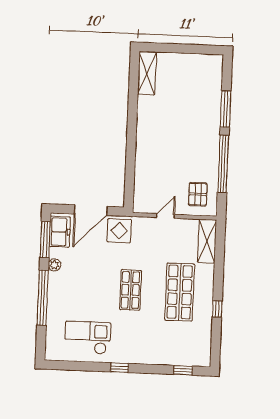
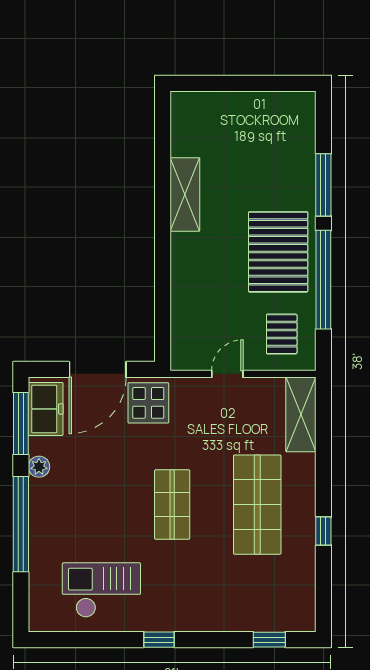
shelving: (147, 73) -> (185, 194), moved
pallet: (198, 147) -> (278, 252), added

